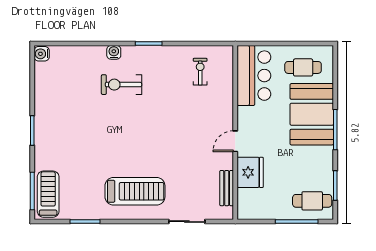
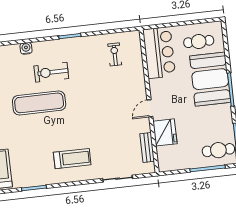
water cooler: (114, 52) -> (26, 48), moved
exercise mat: (103, 120) -> (39, 103), added
treadmill: (135, 191) -> (72, 159), width x0.73, depth x0.73

